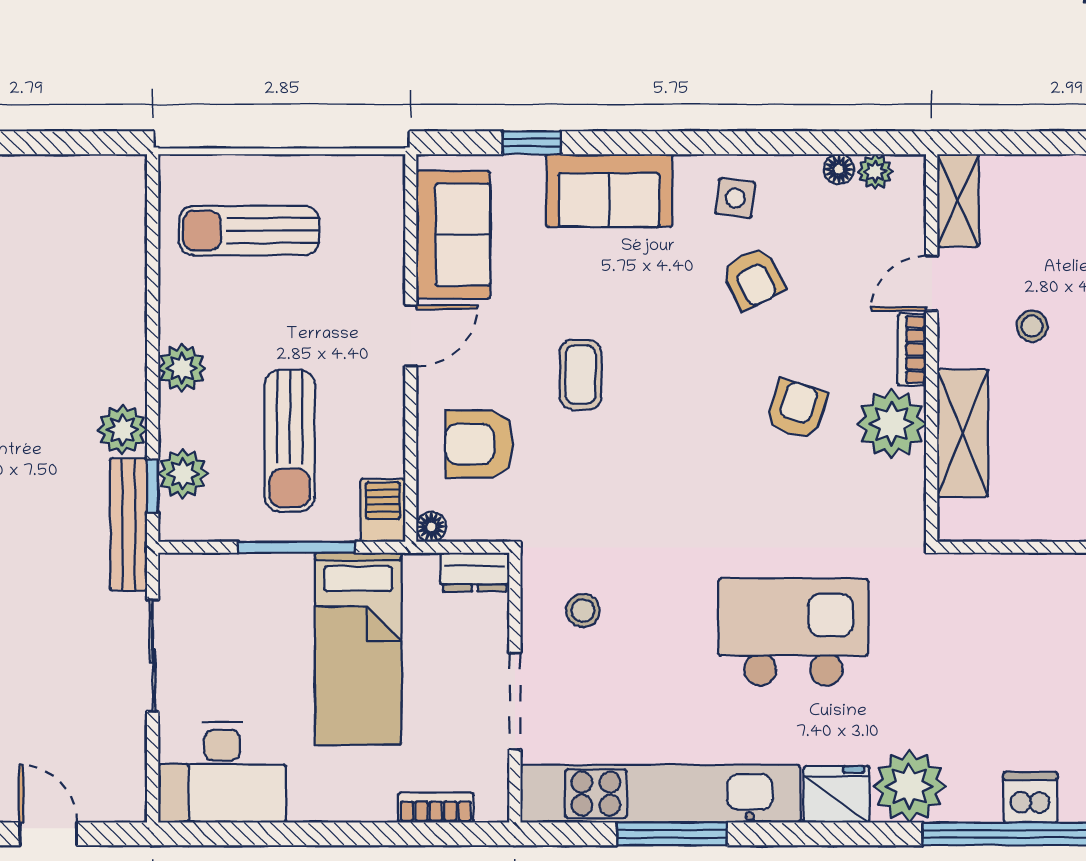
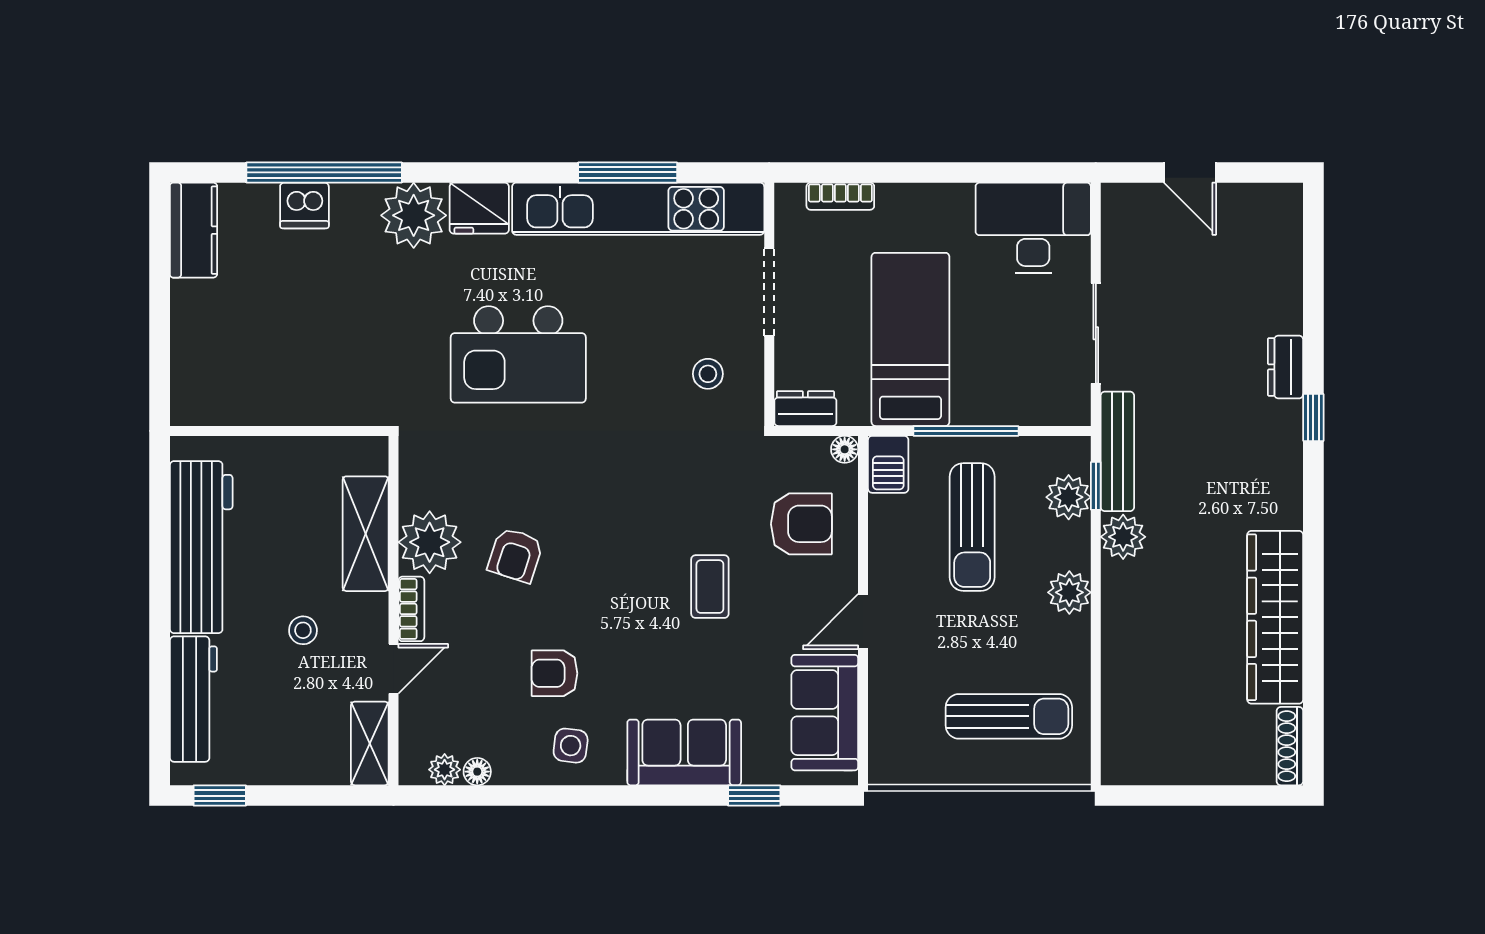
armchair: (753, 278) -> (554, 673), turned -63
sun lounger: (290, 441) -> (972, 527), turned 180

